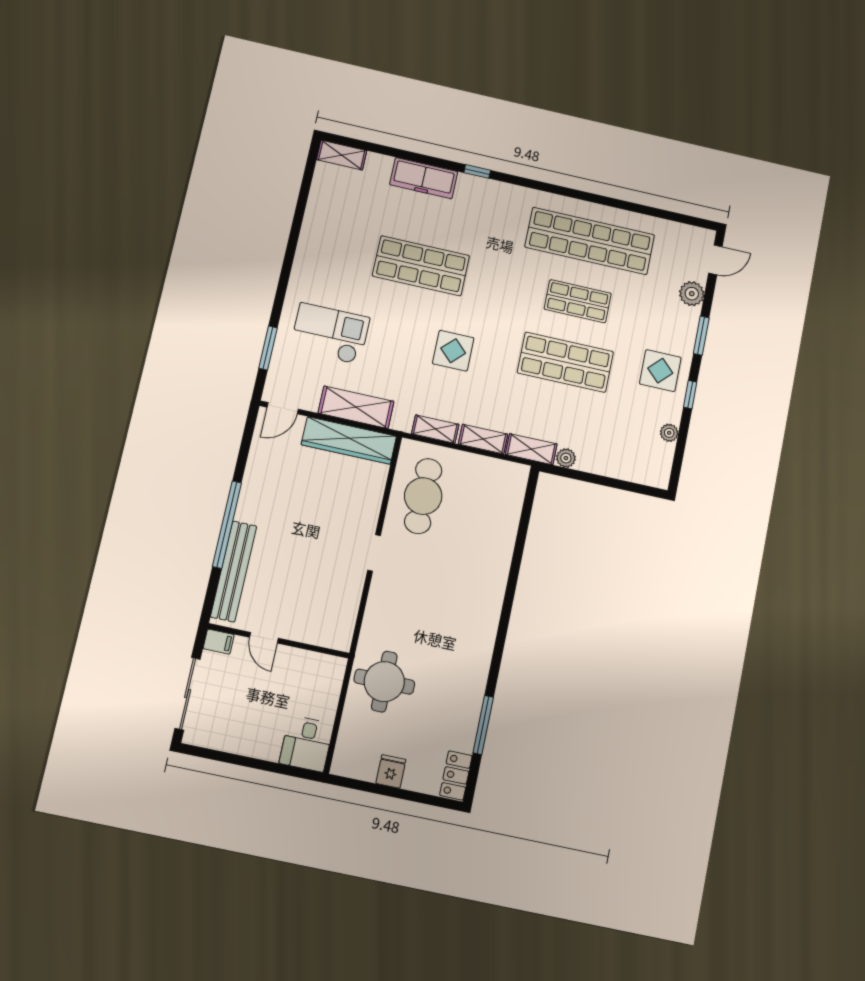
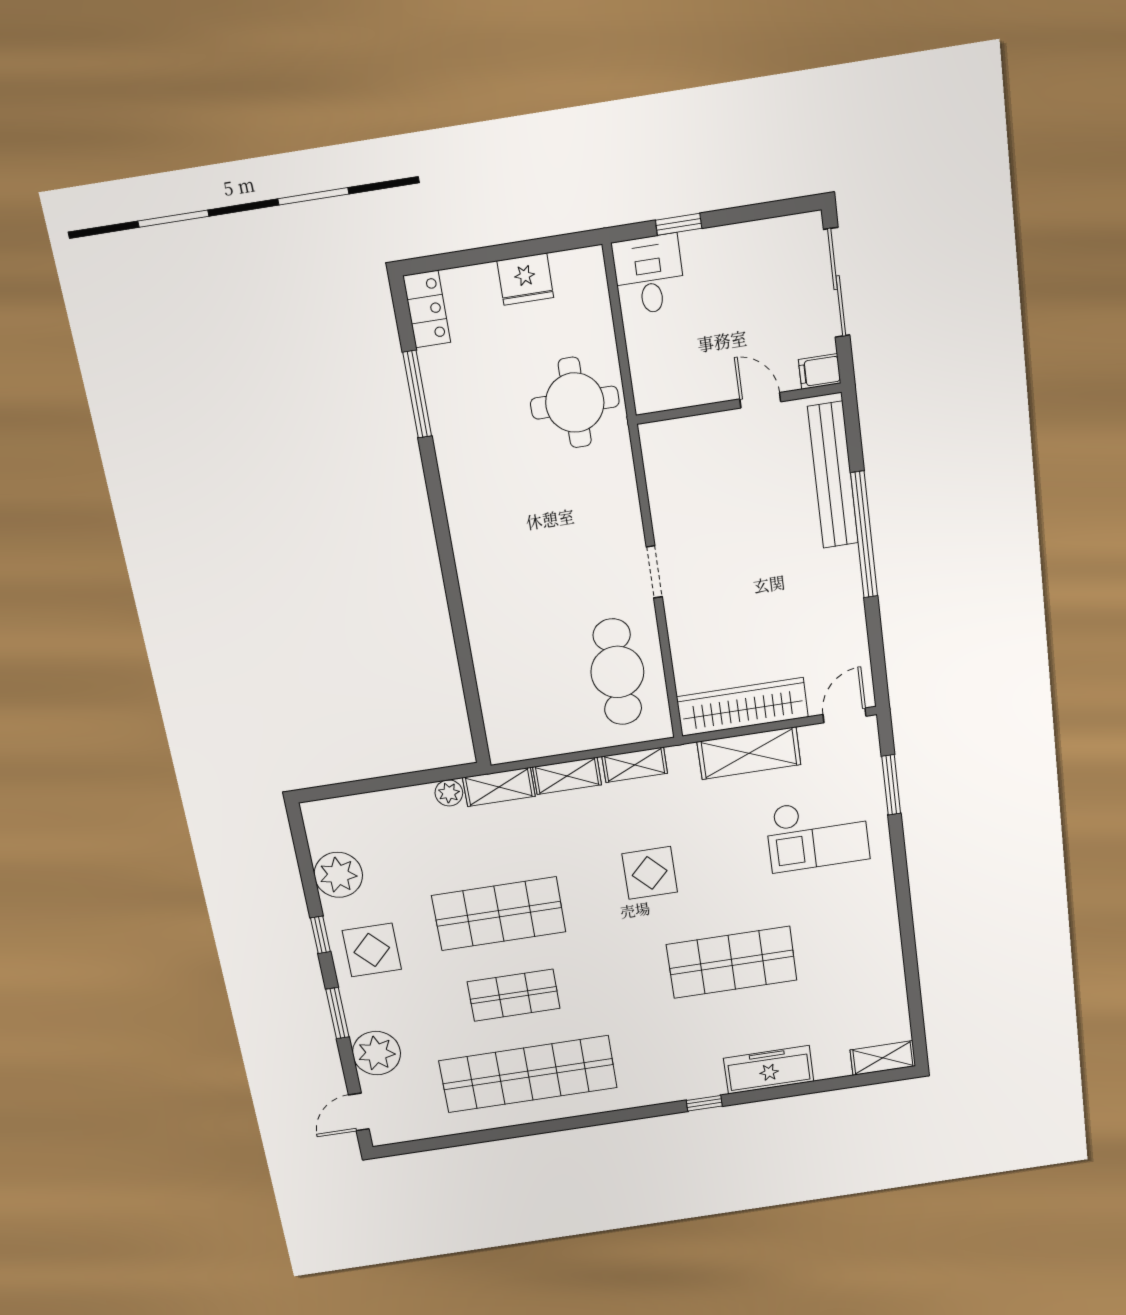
plant: (692, 294) -> (376, 1053), width x1.36, depth x1.36
plant: (669, 433) -> (338, 875), width x1.88, depth x1.88
window: (276, 768) -> (679, 224), added
fridge: (391, 771) -> (525, 279), width x1.38

